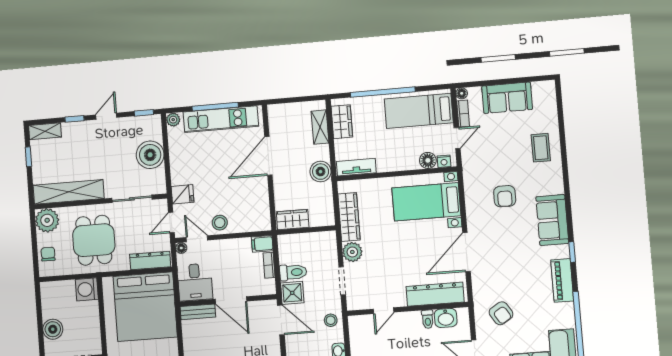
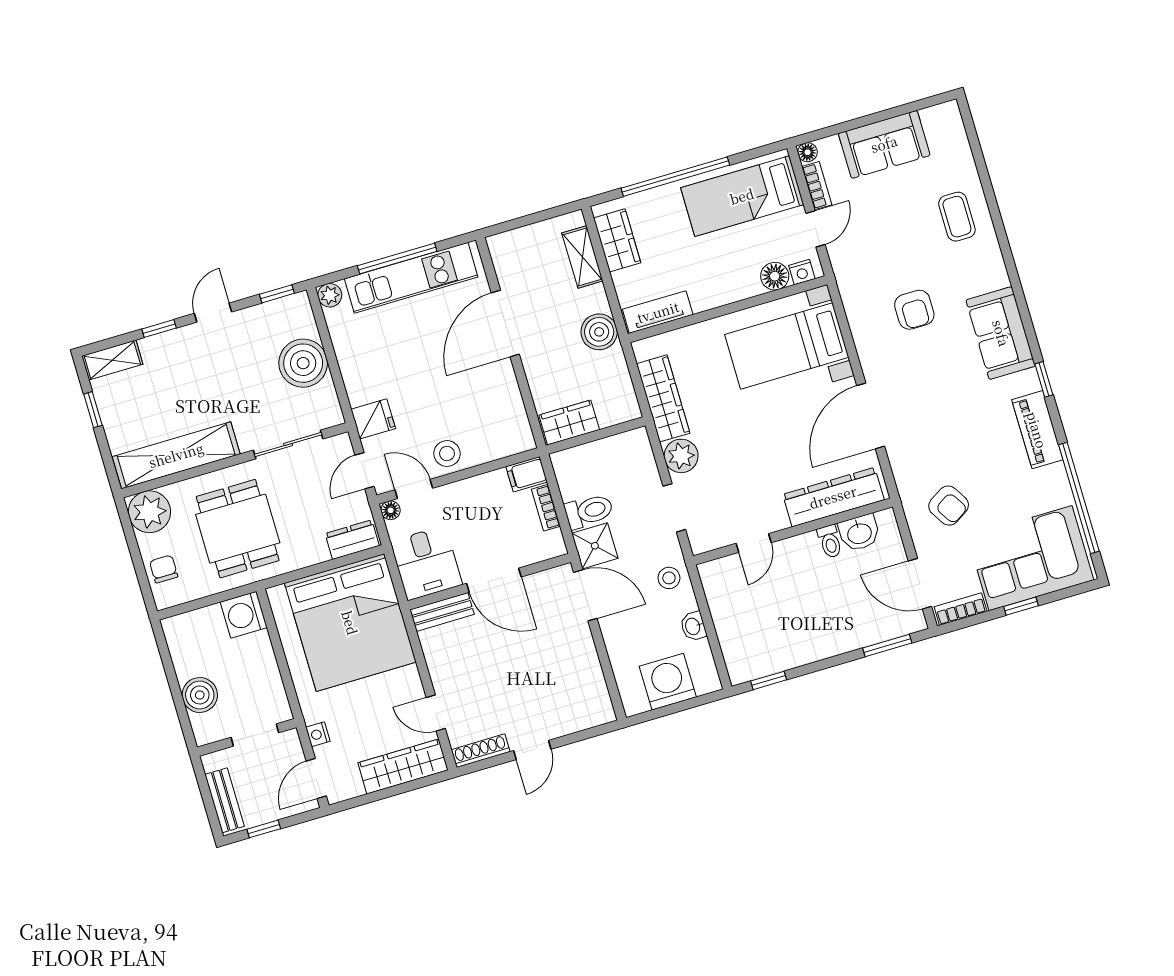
dresser: (150, 261) -> (352, 540), width x0.70

